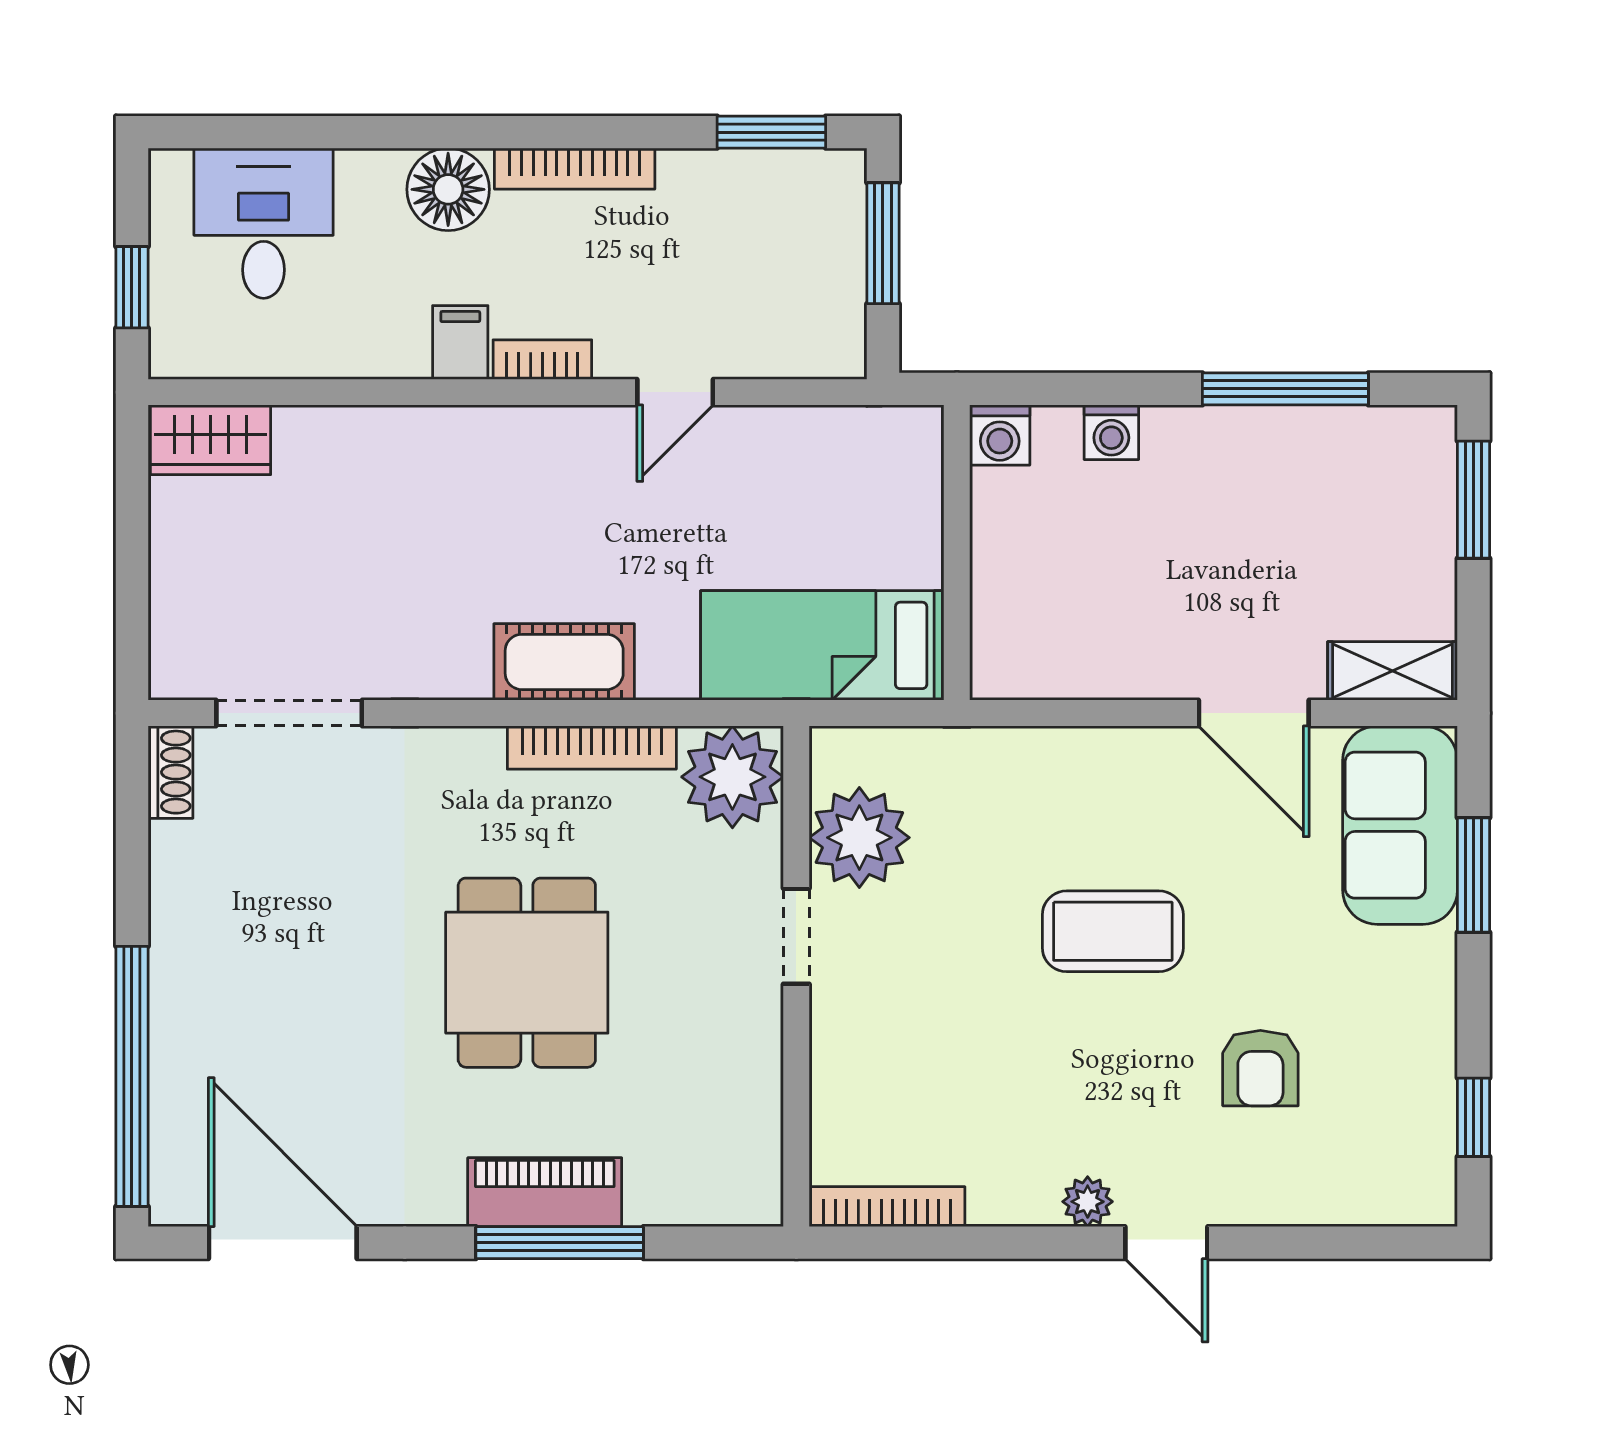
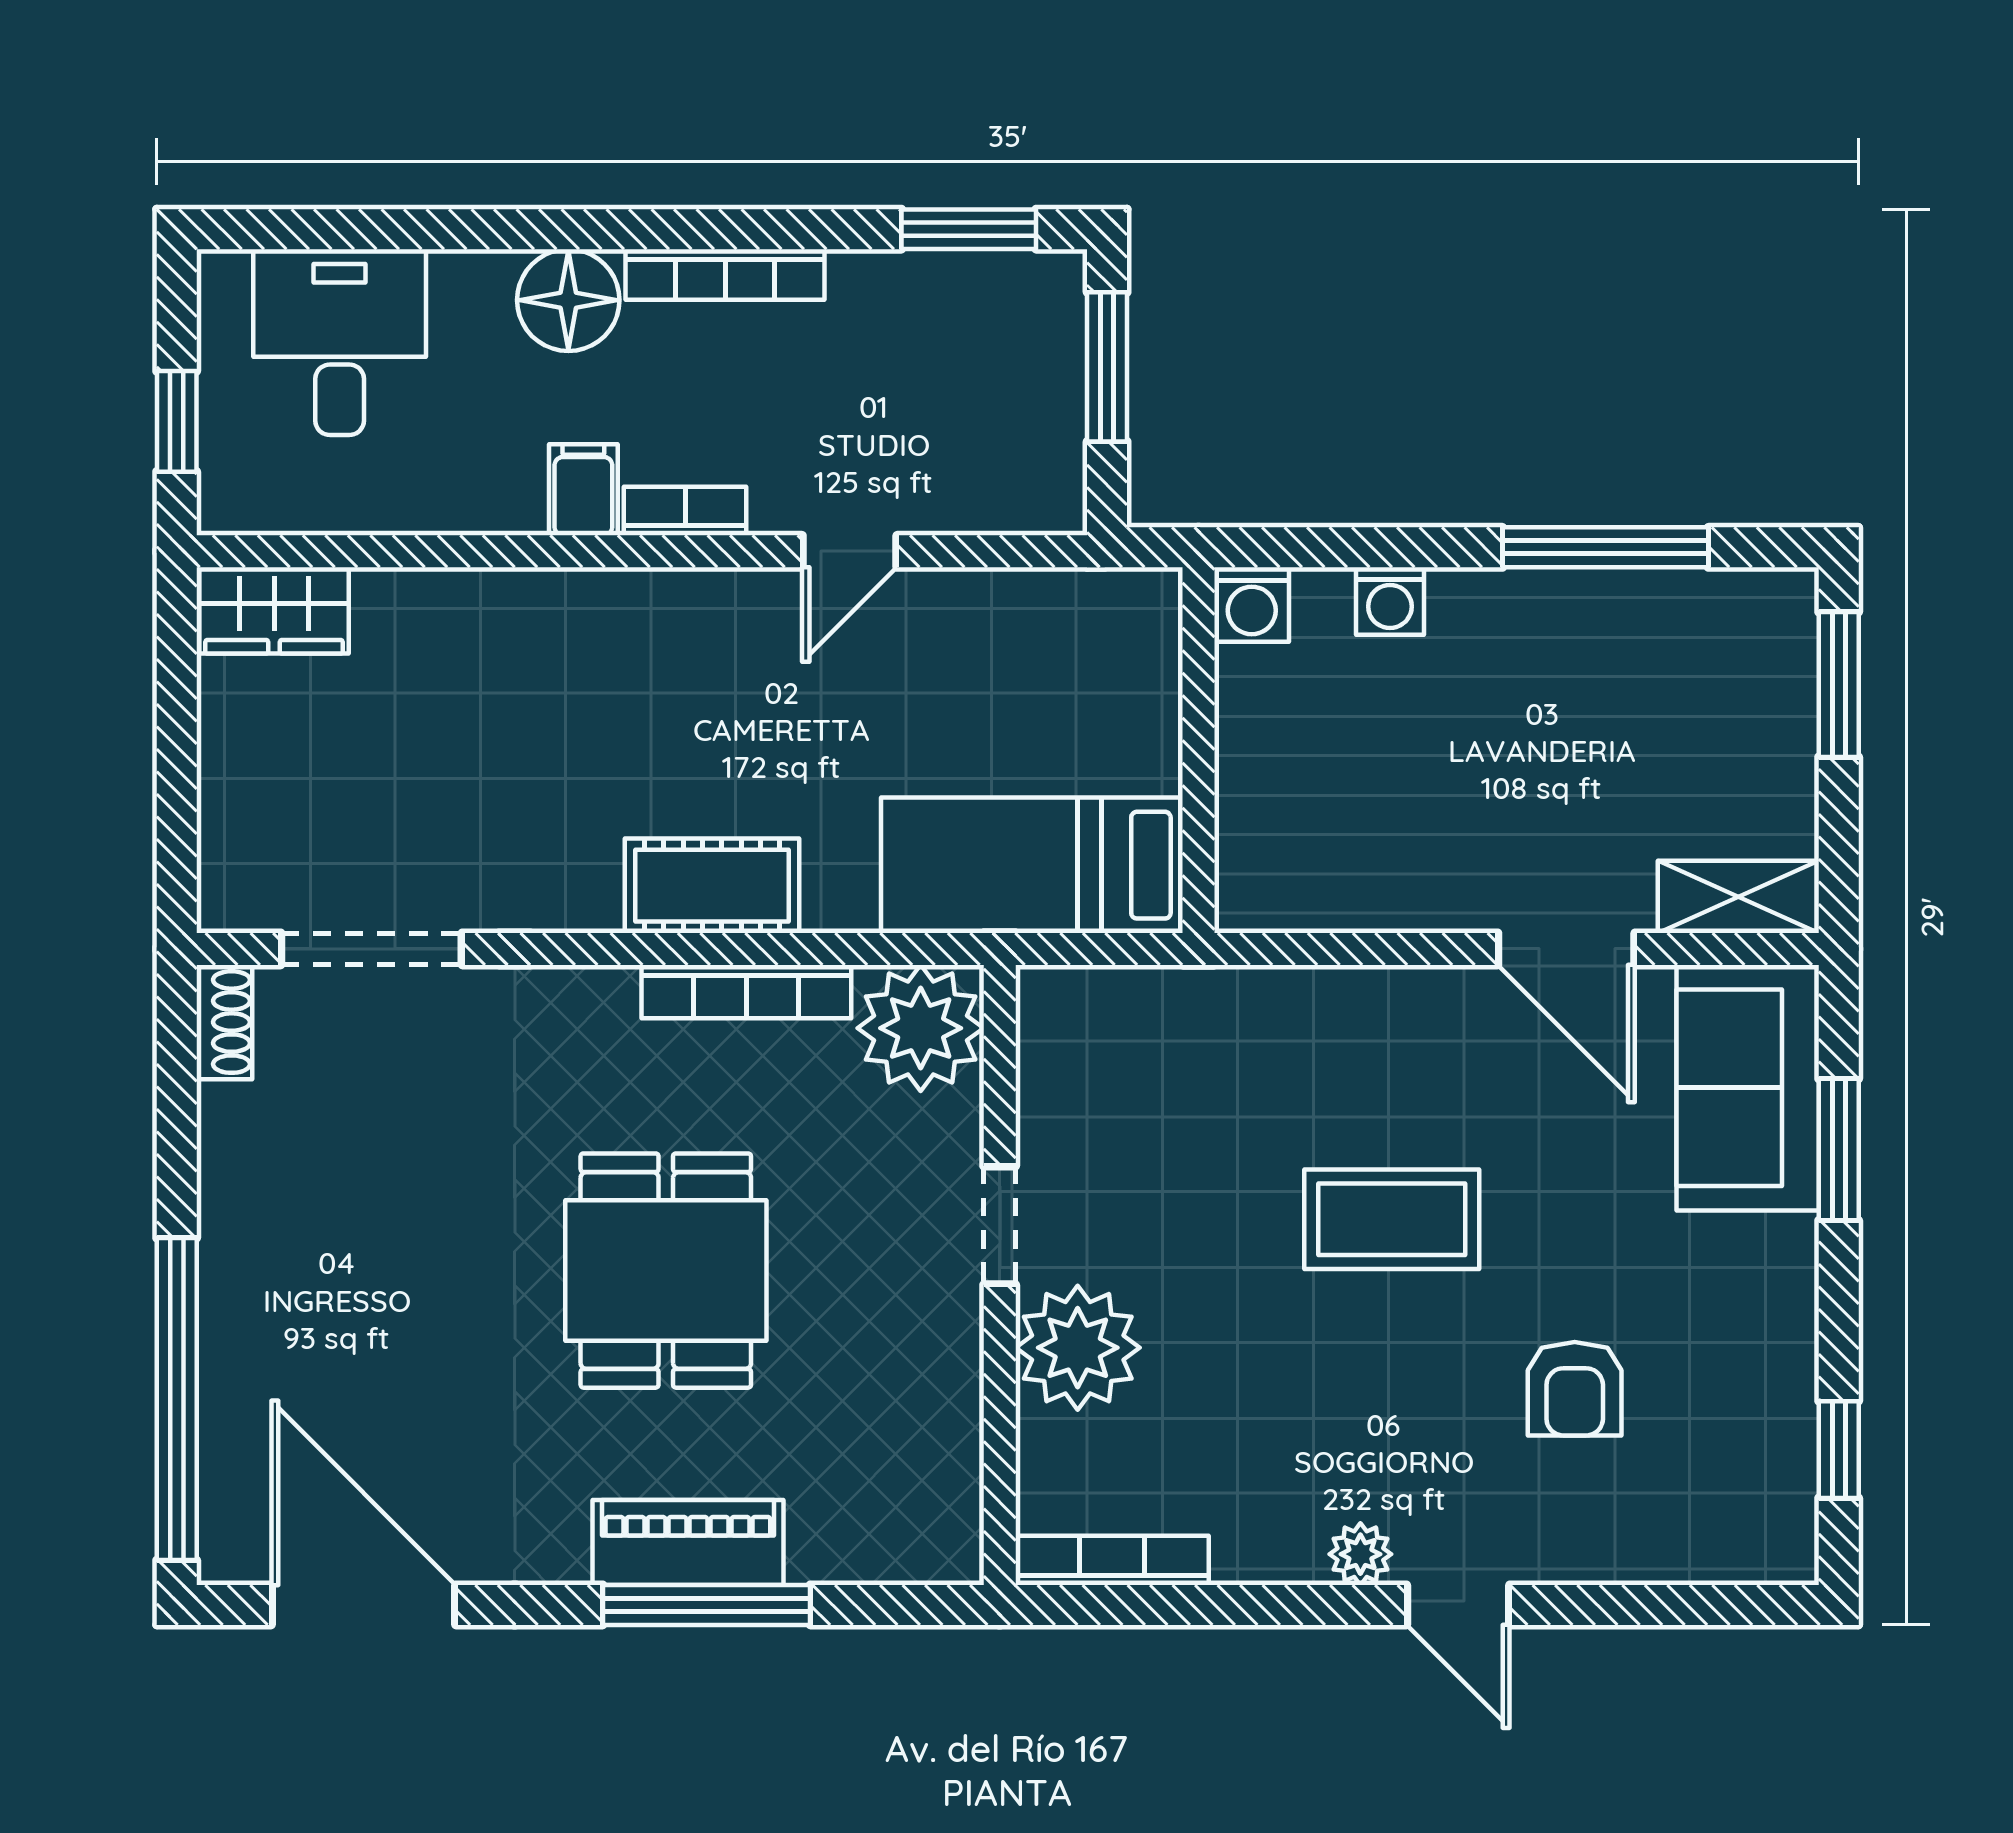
plant: (859, 838) -> (1078, 1348), moved

